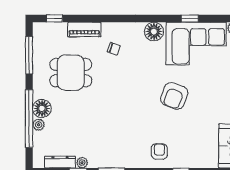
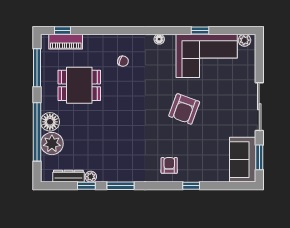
piano: (84, 29) -> (66, 42), moved
floor lamp: (154, 32) -> (159, 39), width x0.53, depth x0.53
plant: (39, 125) -> (52, 144), width x1.88, depth x1.88

